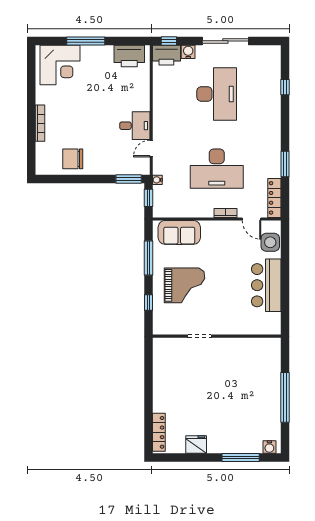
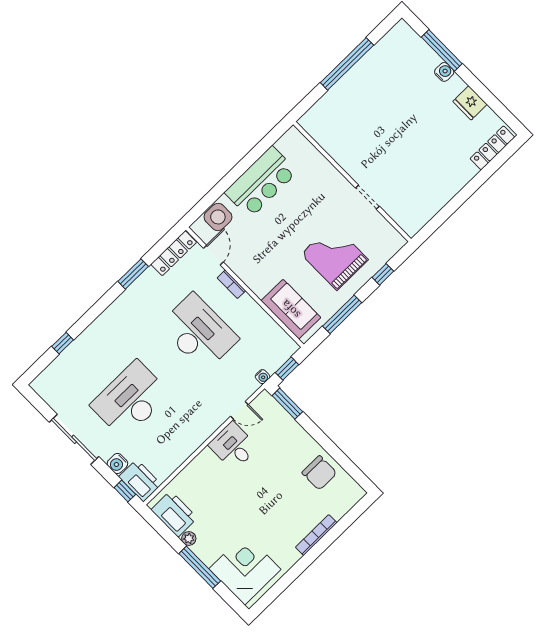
plant: (108, 51) -> (189, 539), added
water cooler: (269, 447) -> (444, 72), moved

